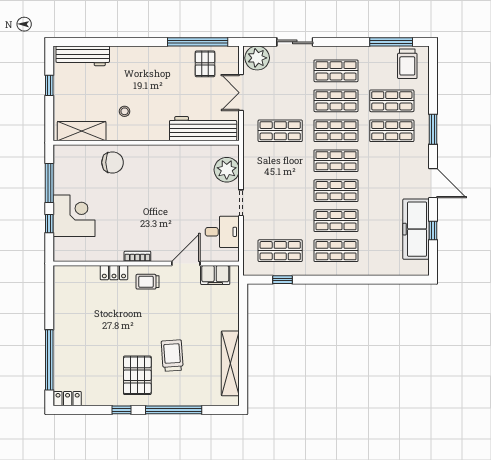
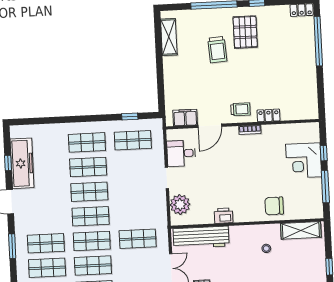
printer: (175, 154) -> (224, 216), added
shelving: (230, 363) -> (169, 37), width x0.68

